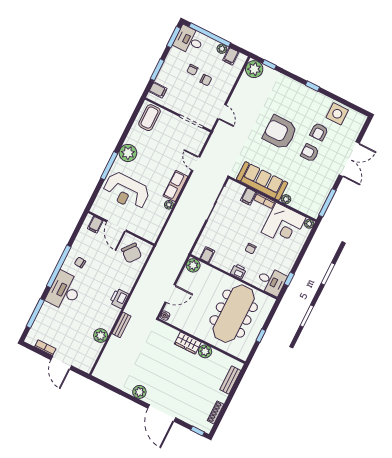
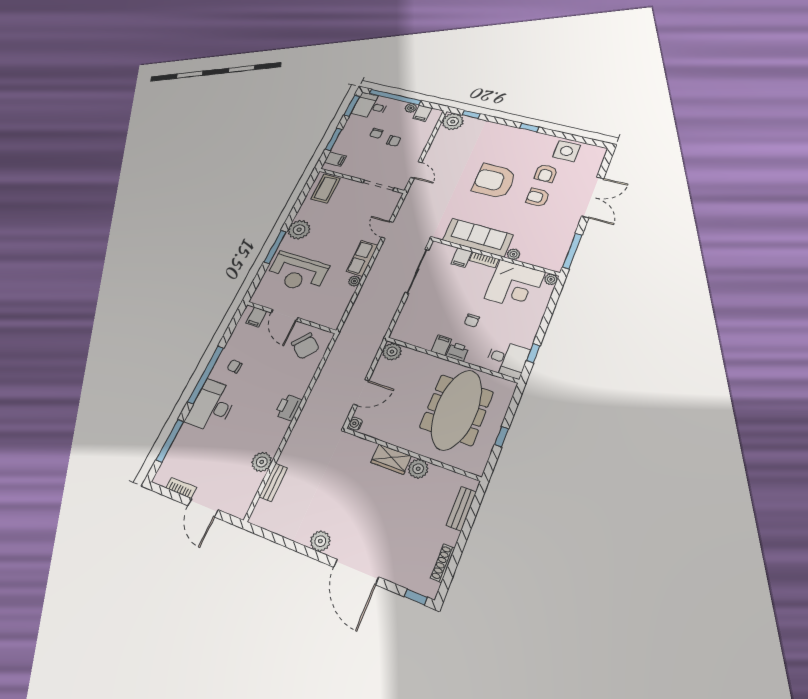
filing cabinet: (207, 255) -> (441, 345), moved
bench: (122, 325) -> (273, 482), moved

